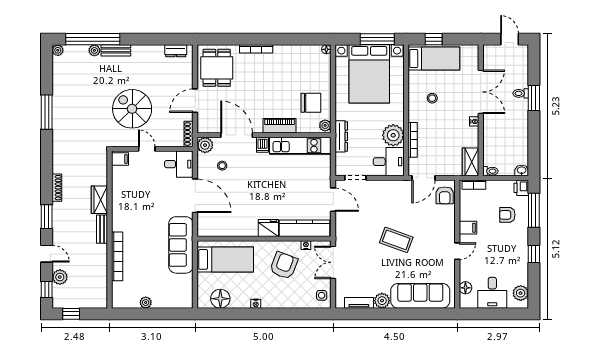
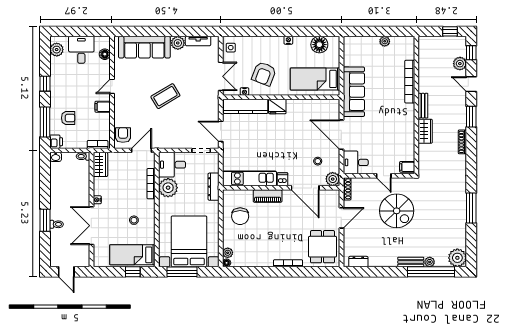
plant: (58, 50) -> (457, 258), width x1.88, depth x1.88
chair: (311, 103) -> (240, 216), turned -90
plant: (325, 125) -> (228, 253), moved
coffee table: (396, 240) -> (165, 96), turned -51

